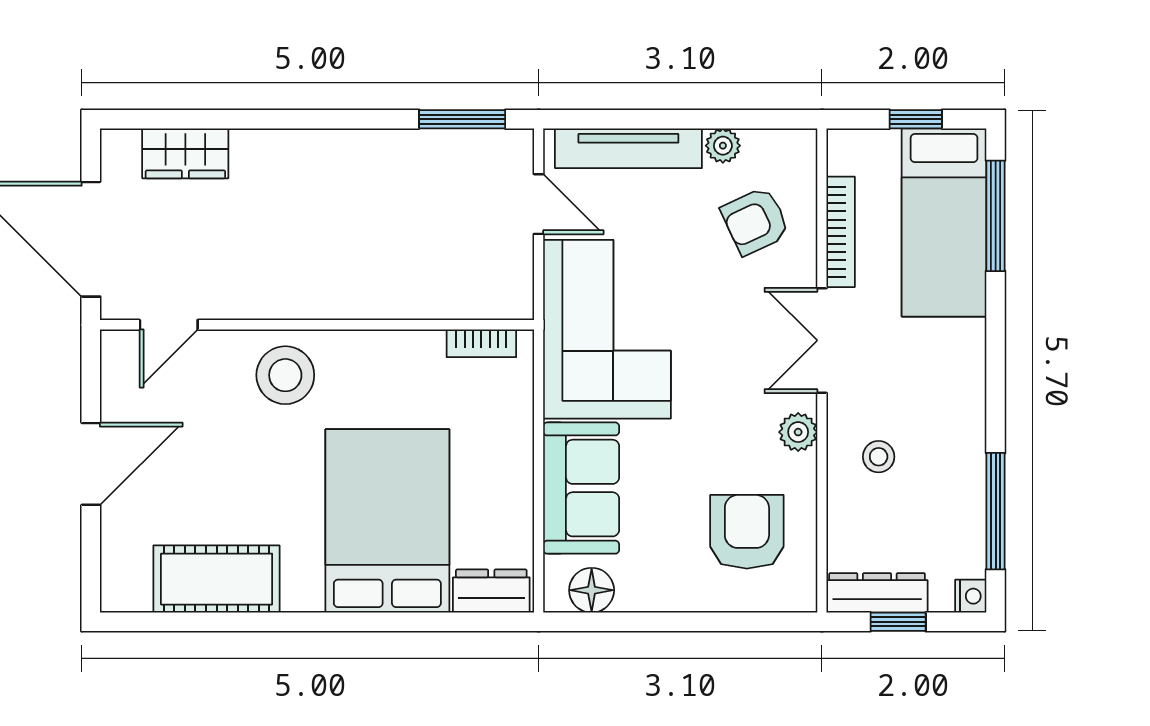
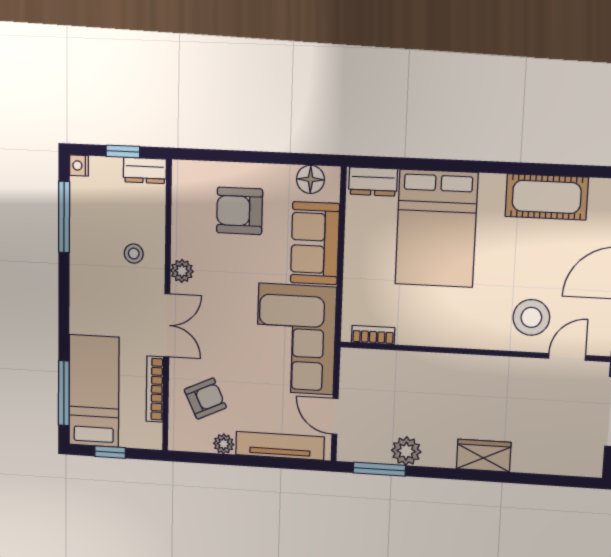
wardrobe: (185, 153) -> (484, 456), moved
plant: (419, 153) -> (406, 451), added
stool: (285, 375) -> (531, 317), moved
armchair: (747, 532) -> (240, 211), moved, turned 90
dresser: (877, 593) -> (145, 170), width x0.70

